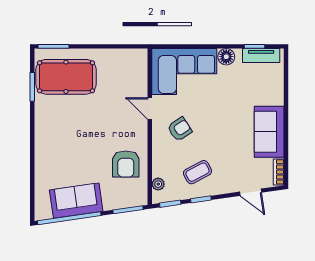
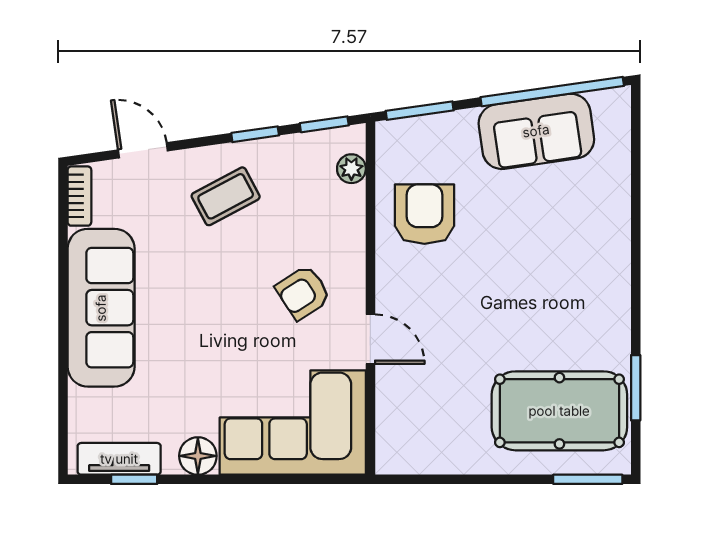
sofa: (269, 132) -> (101, 308), width x1.36
coffee table: (197, 172) -> (226, 196), moved

